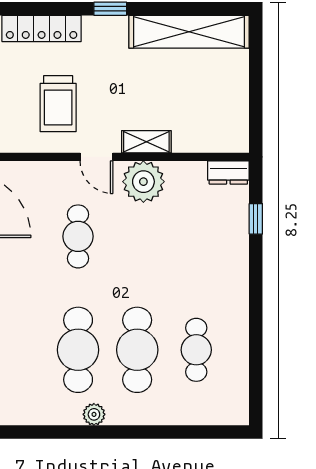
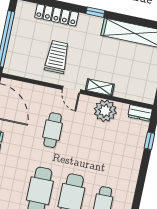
trolley: (58, 104) -> (57, 57), turned 180
plant: (143, 182) -> (105, 111), moved

